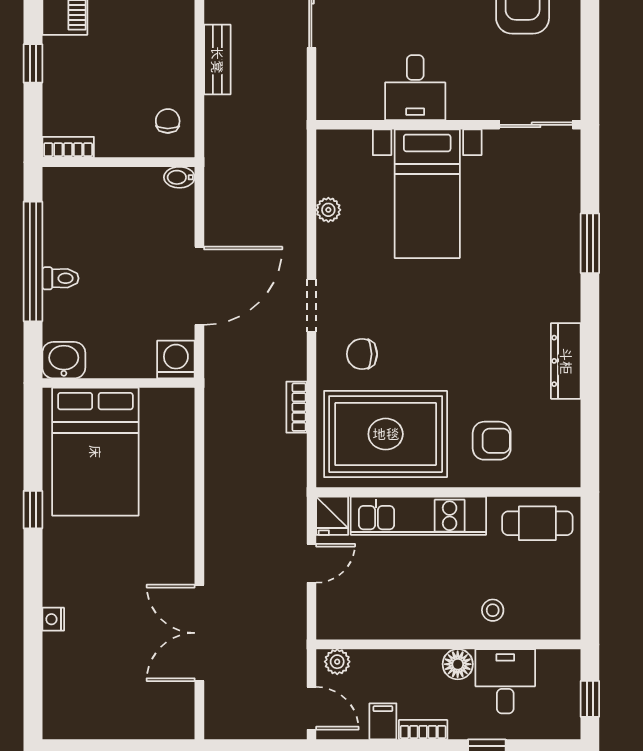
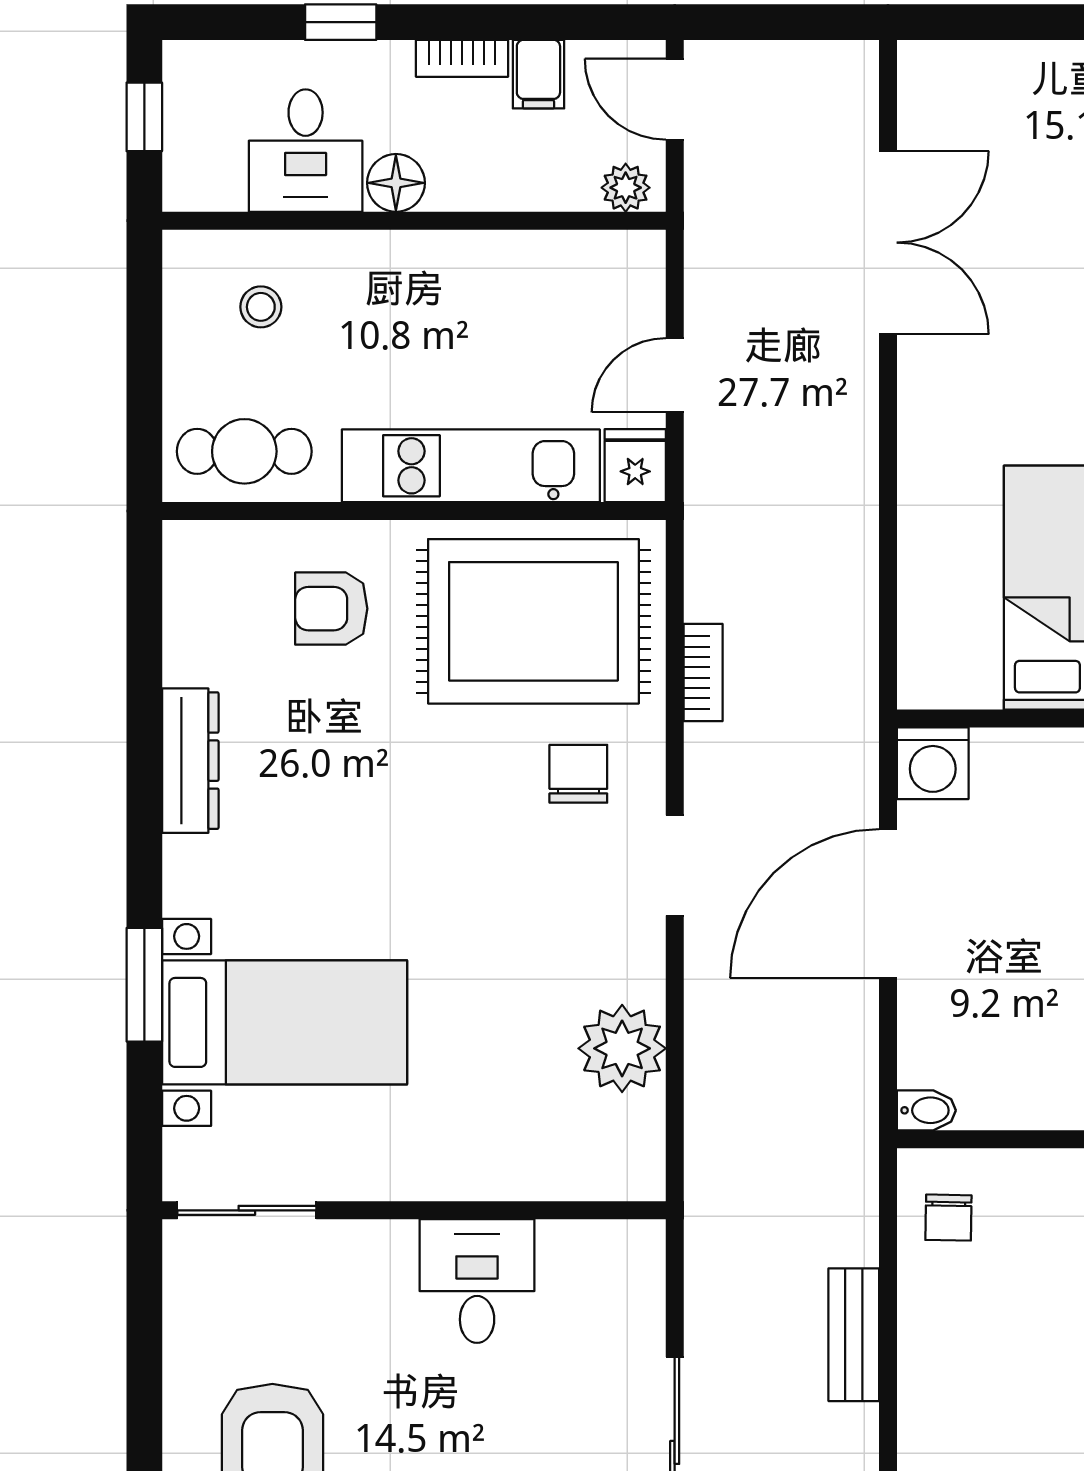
bed with nightstands: (427, 194) -> (285, 1022), moved, turned 90
plant: (328, 210) -> (622, 1048), width x1.88, depth x1.88
chair: (362, 354) -> (578, 774), turned -90
stool: (493, 610) -> (261, 307), moved

